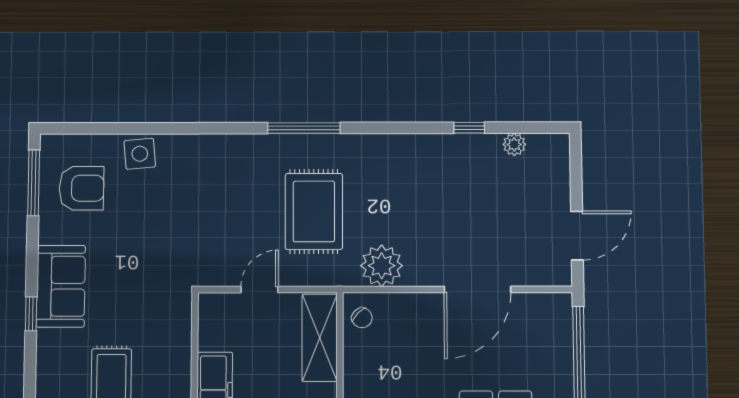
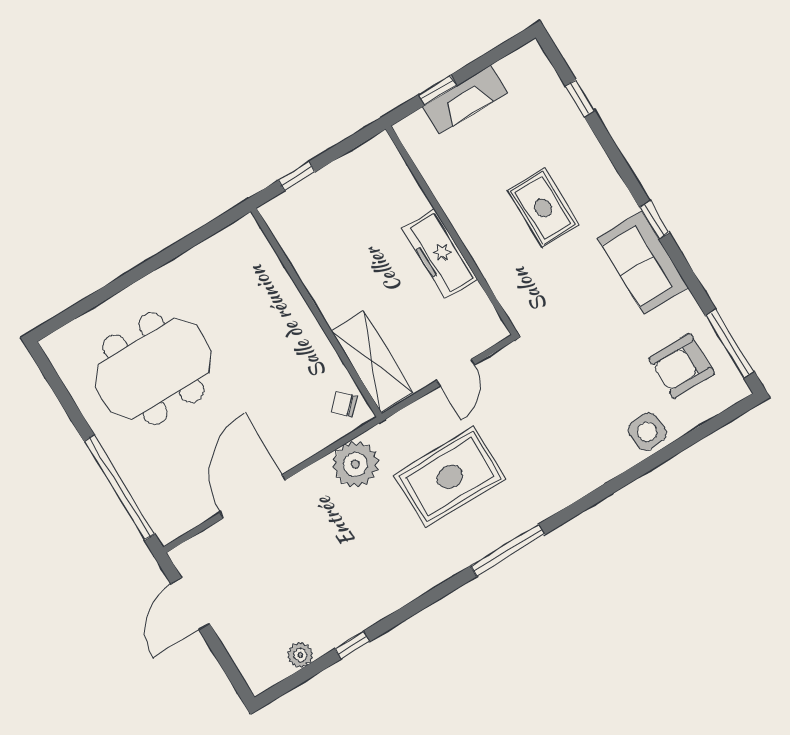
rug: (314, 211) -> (450, 477), turned 90

